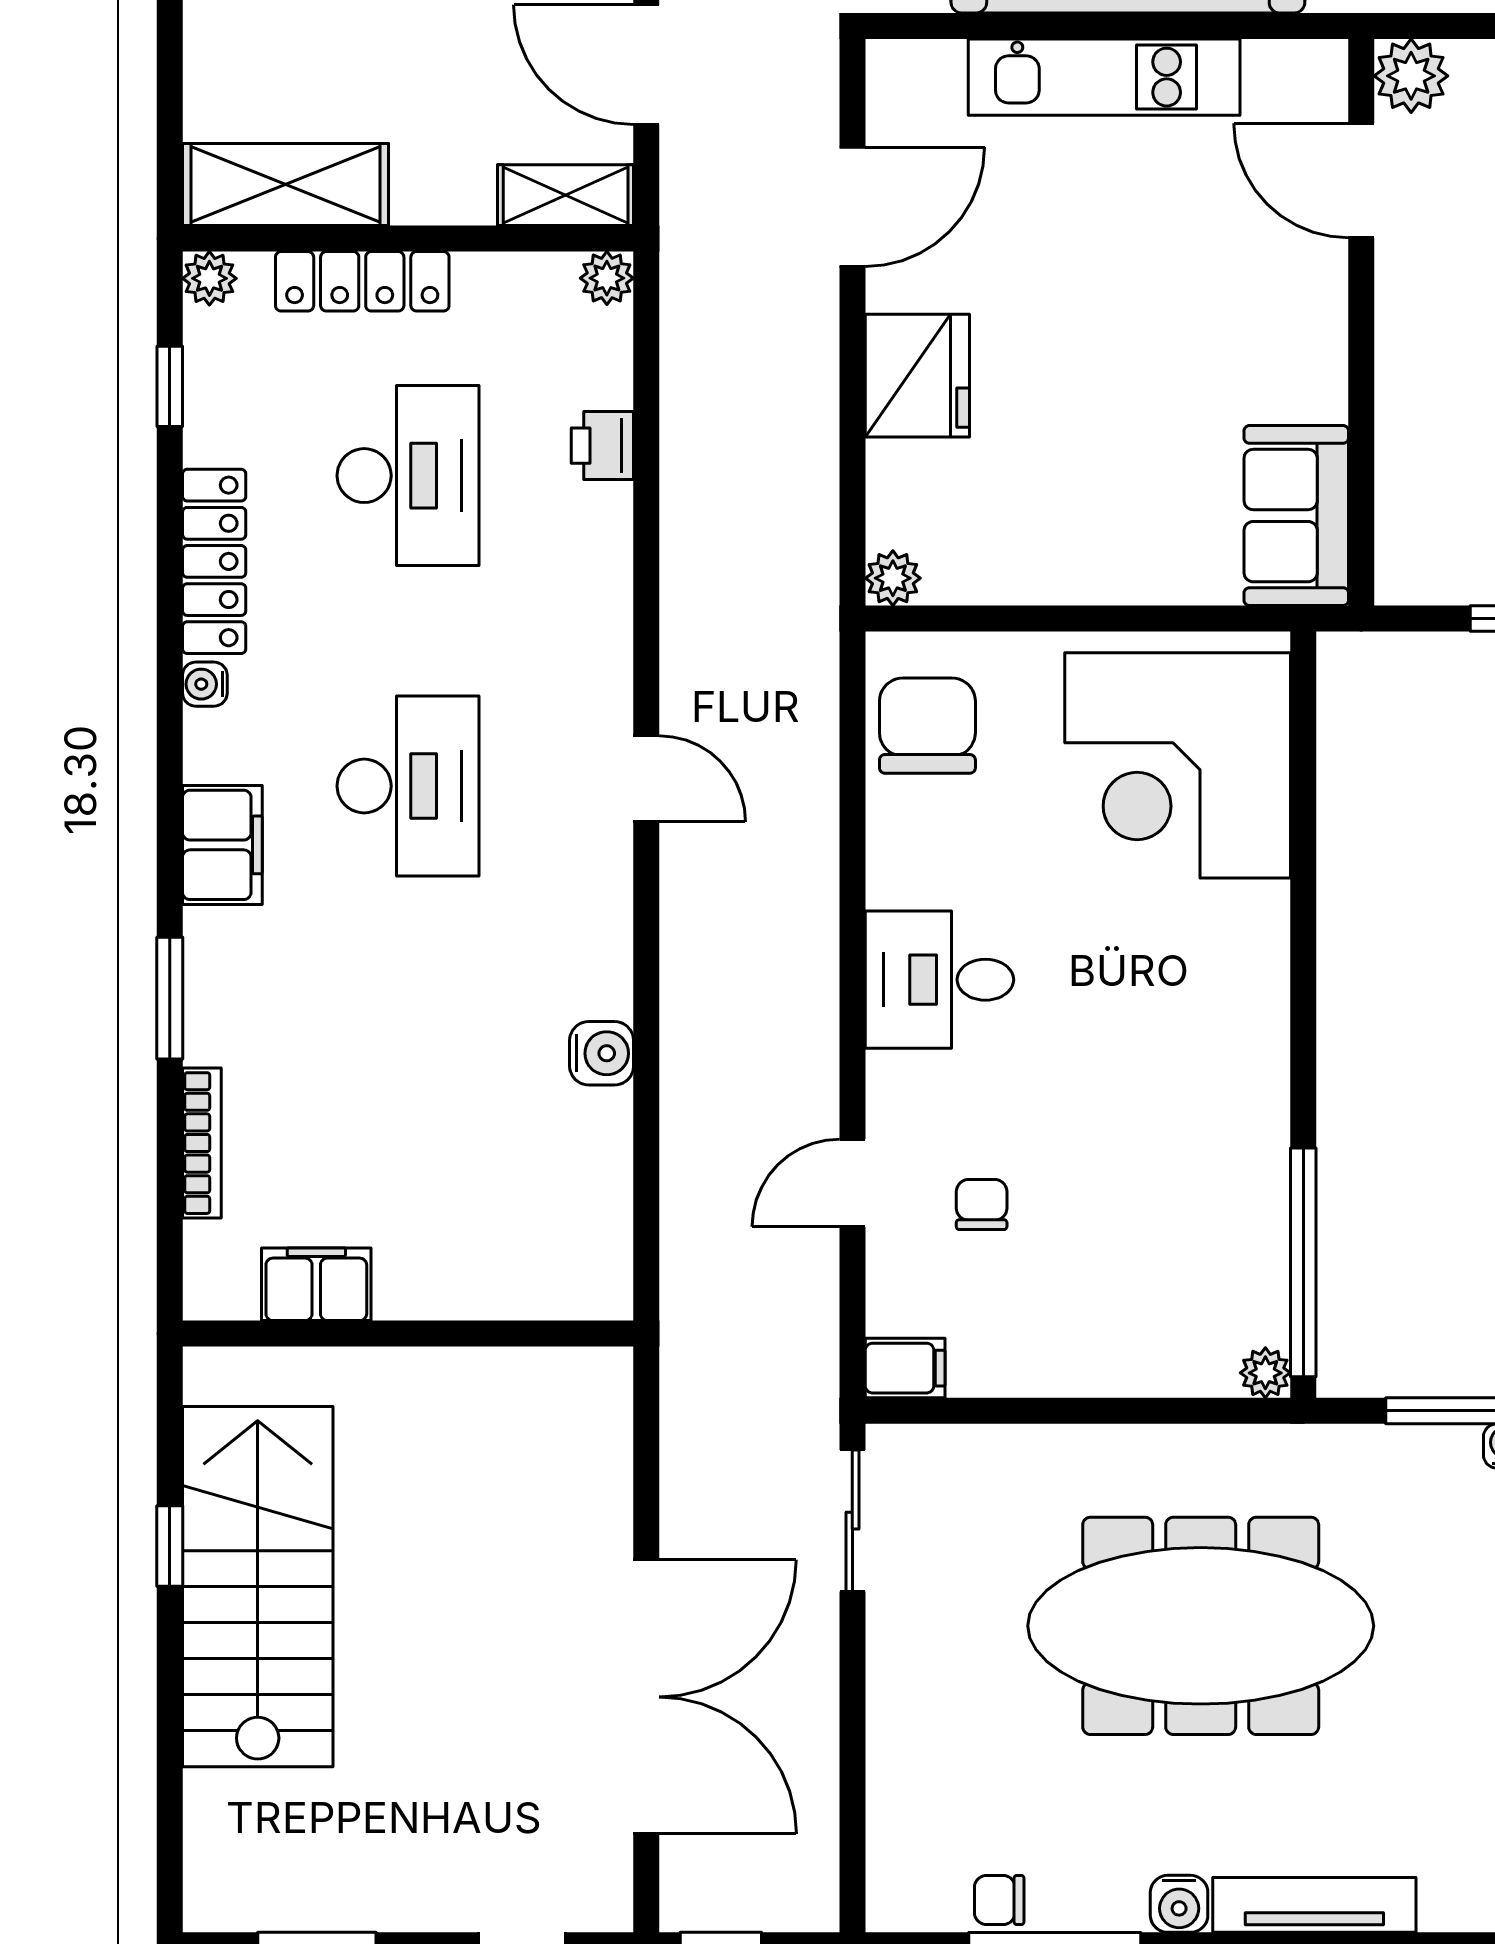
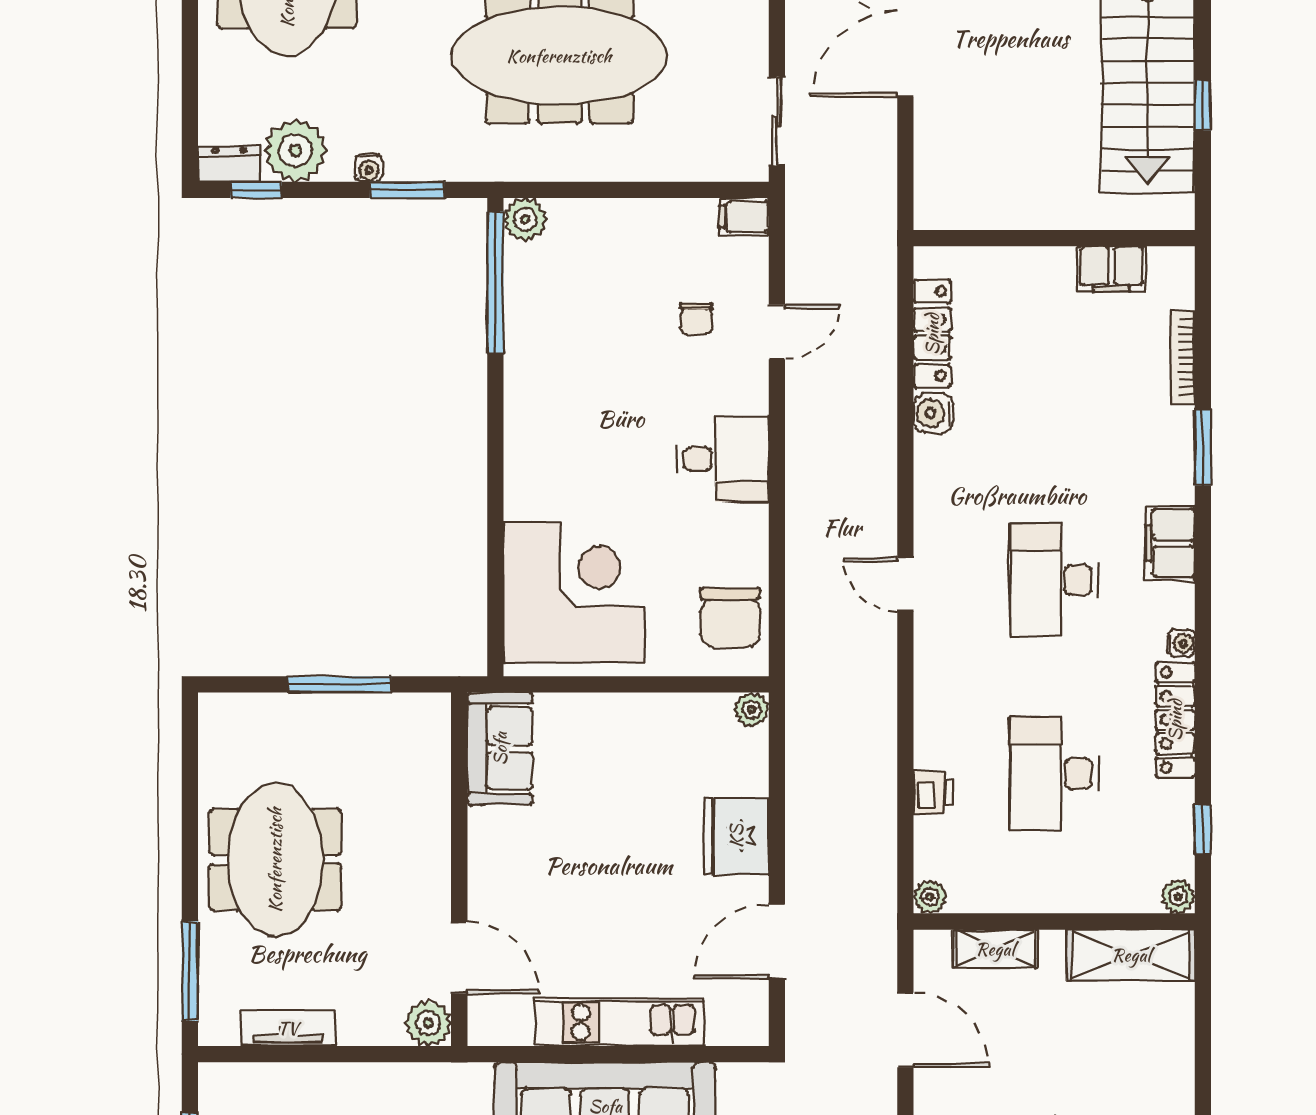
shelving: (566, 195) -> (995, 949), moved
locker: (362, 281) -> (932, 334), moved, turned 90
plant: (1265, 1373) -> (525, 219), width x1.38, depth x1.38

